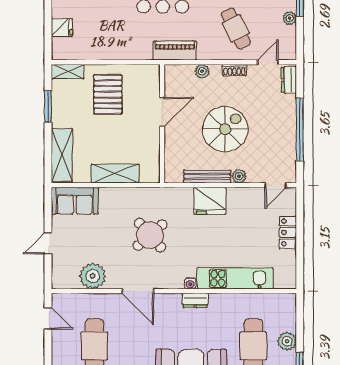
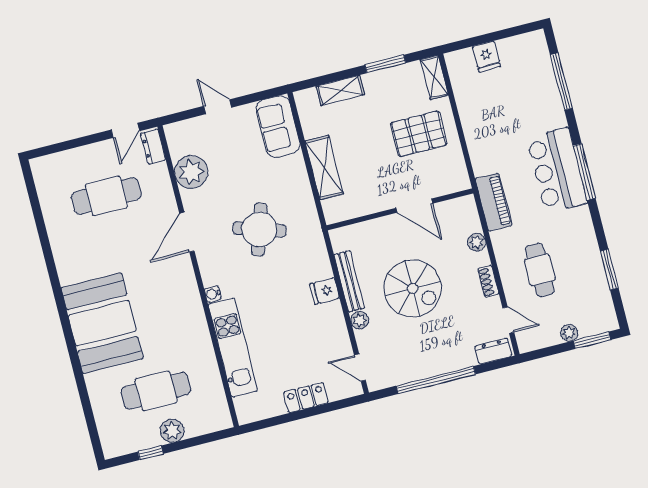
cafe table: (236, 28) -> (540, 270), turned -63
shelving: (62, 155) -> (340, 90), width x0.67, depth x0.75
fridge: (210, 201) -> (325, 291), width x0.53, depth x0.75
round table: (150, 235) -> (259, 229), turned -31
dresser: (195, 300) -> (153, 147), moved

